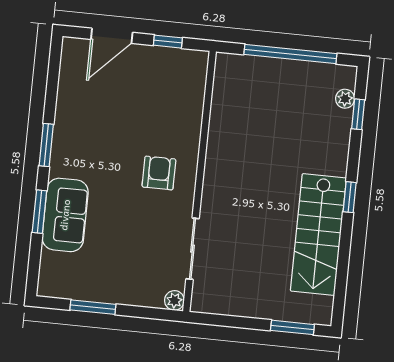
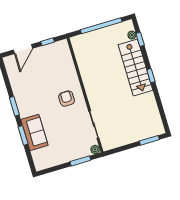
stairs: (318, 235) -> (136, 67), moved
window: (93, 307) -> (80, 161), moved

